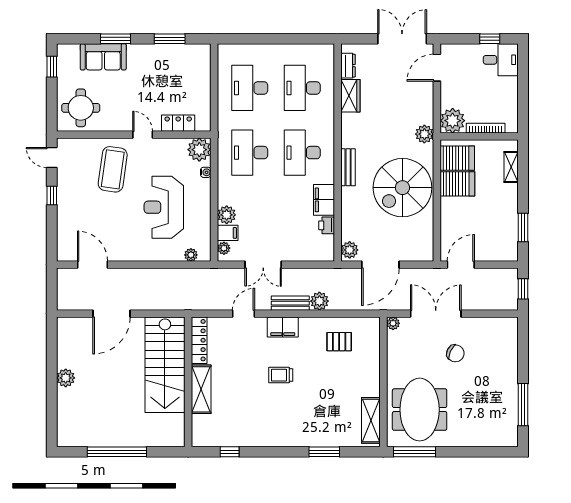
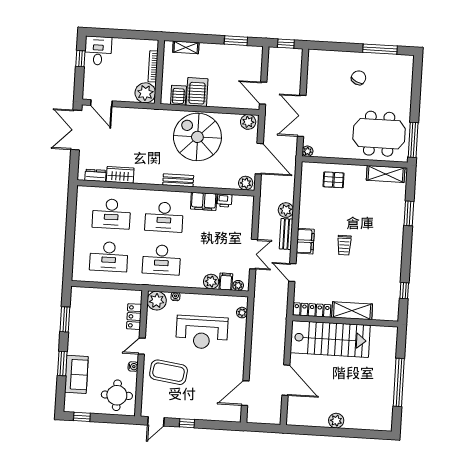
water cooler: (117, 126) -> (133, 367), added
plant: (424, 134) -> (248, 122), moved
server rack: (457, 158) -> (178, 95), width x0.73, depth x0.70
spiral stairs: (402, 188) -> (197, 137), turned 180
pallet: (339, 342) -> (333, 180), moved, turned 90
chair: (455, 353) -> (359, 78), moved

